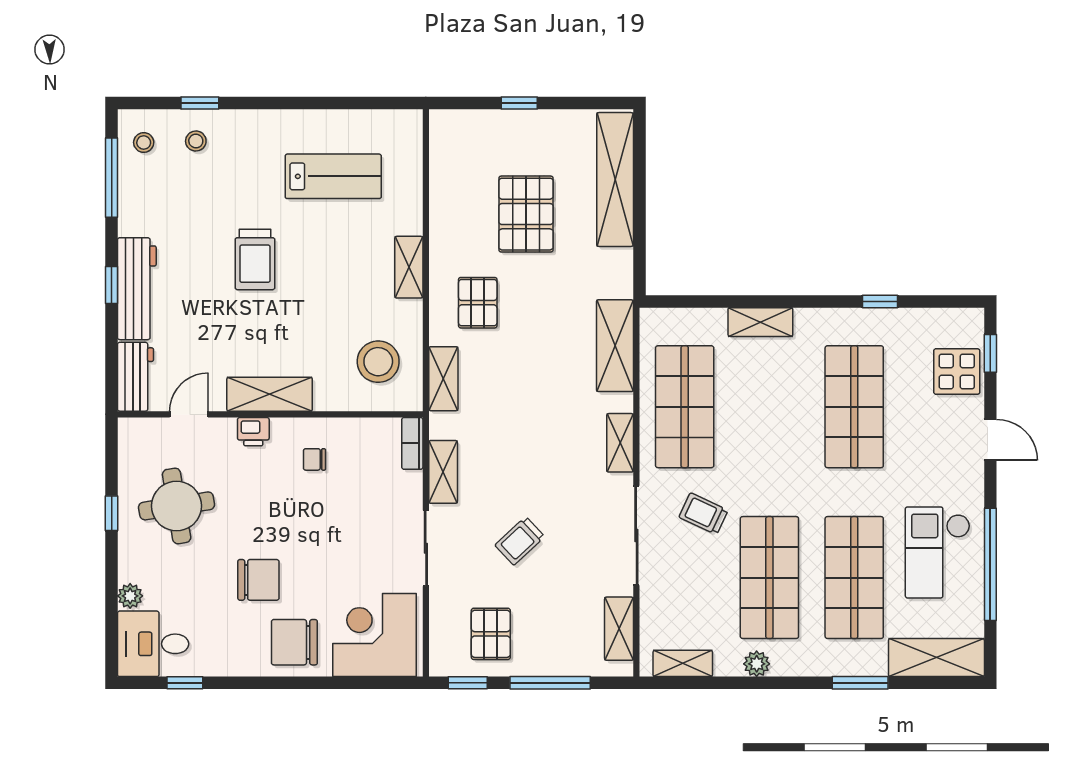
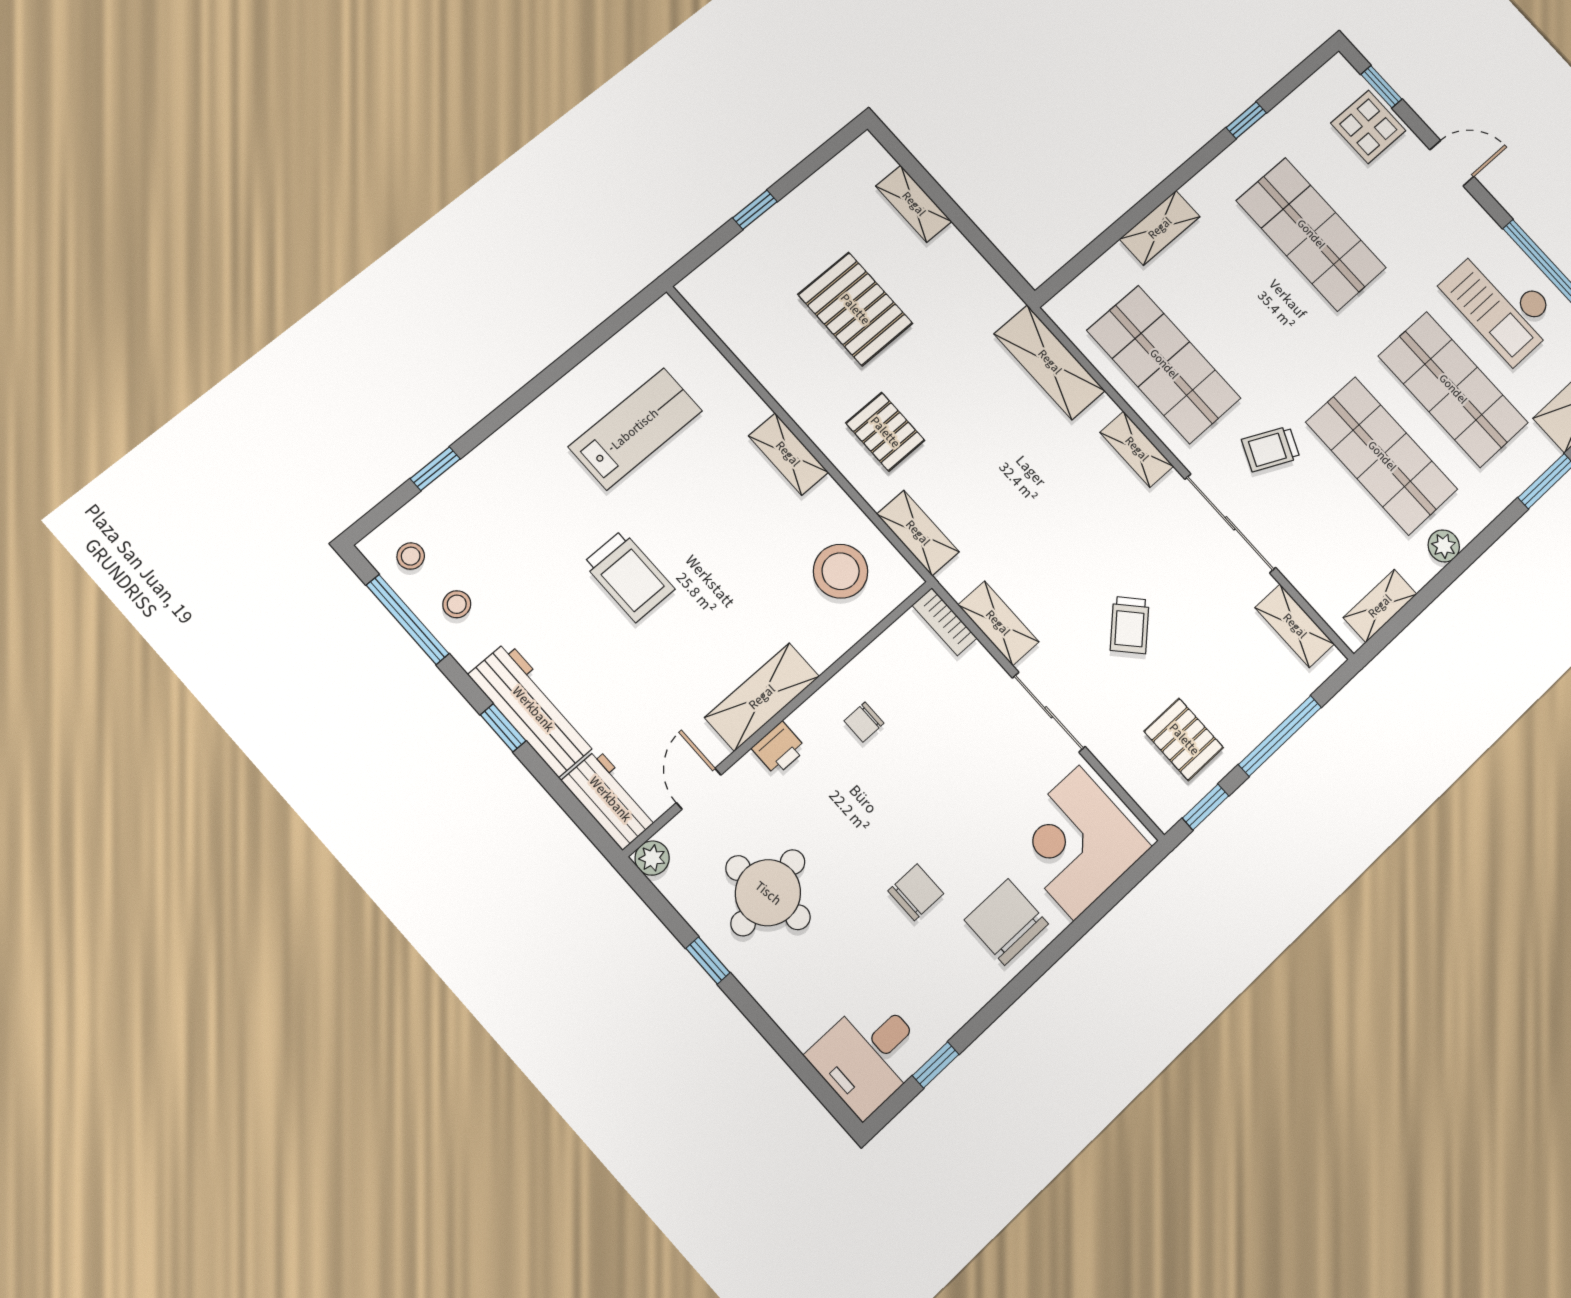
stool: (196, 141) -> (457, 604), moved
shelving: (615, 180) -> (914, 204), width x0.45, depth x0.75
chair: (258, 580) -> (916, 892), width x0.73, depth x0.73
plant: (130, 596) -> (652, 858), moved
chair: (294, 642) -> (1006, 922), turned 90

